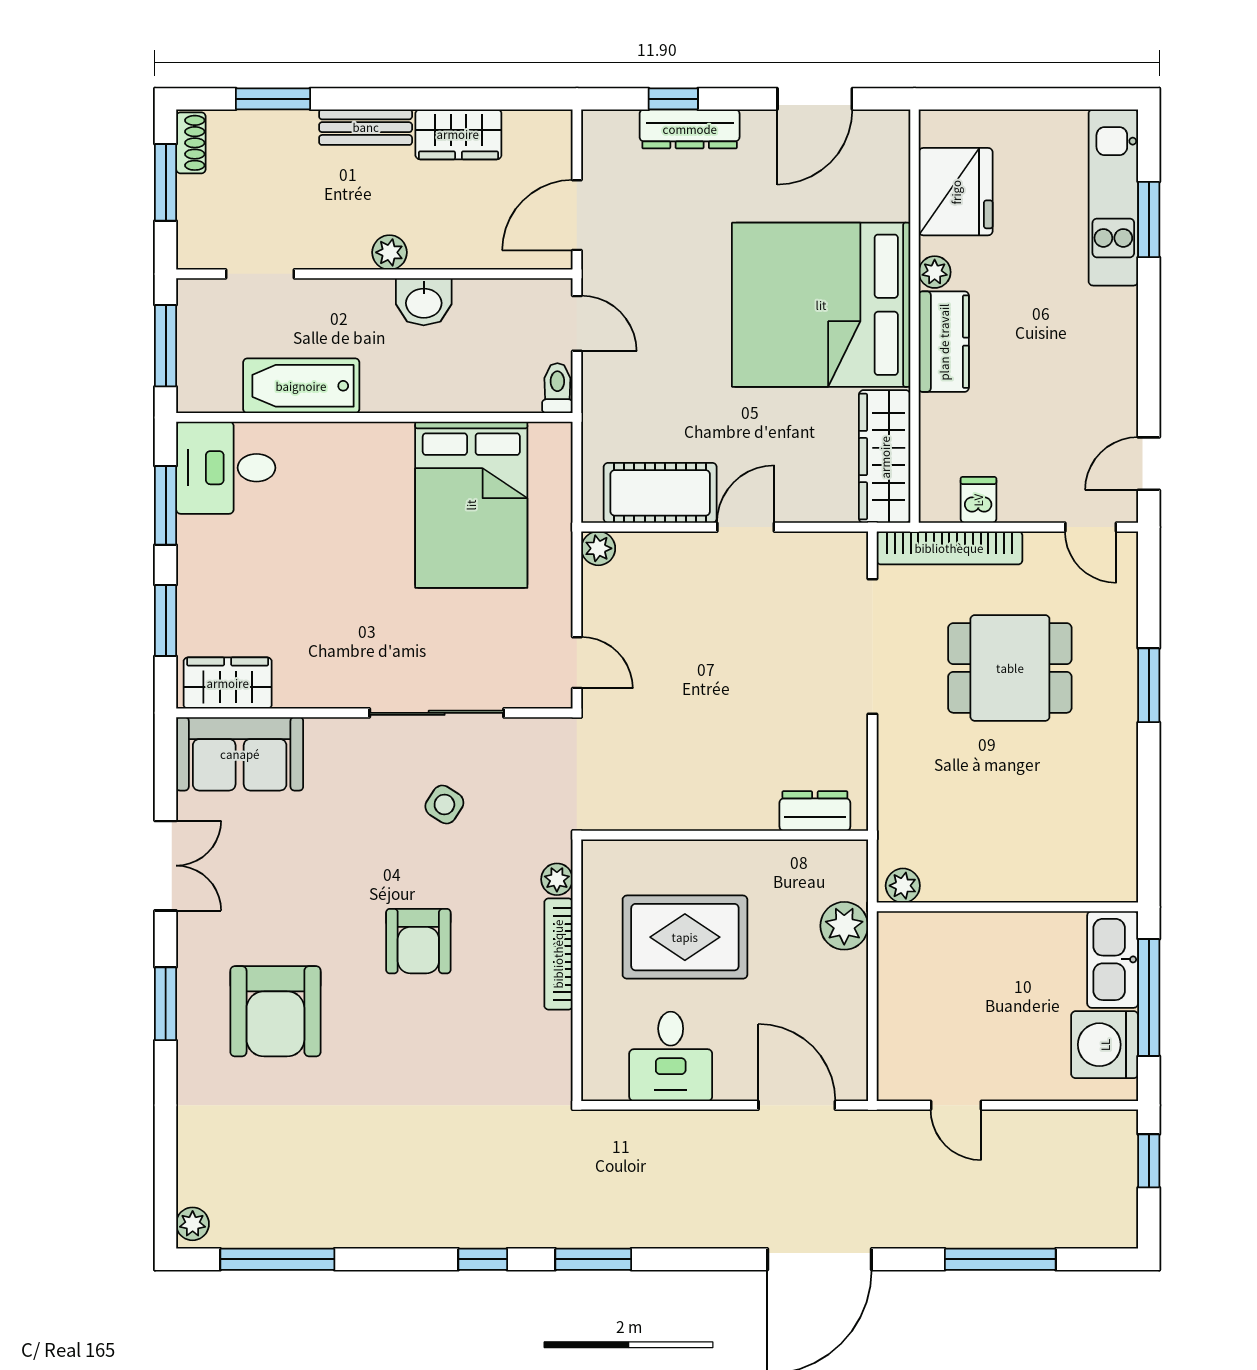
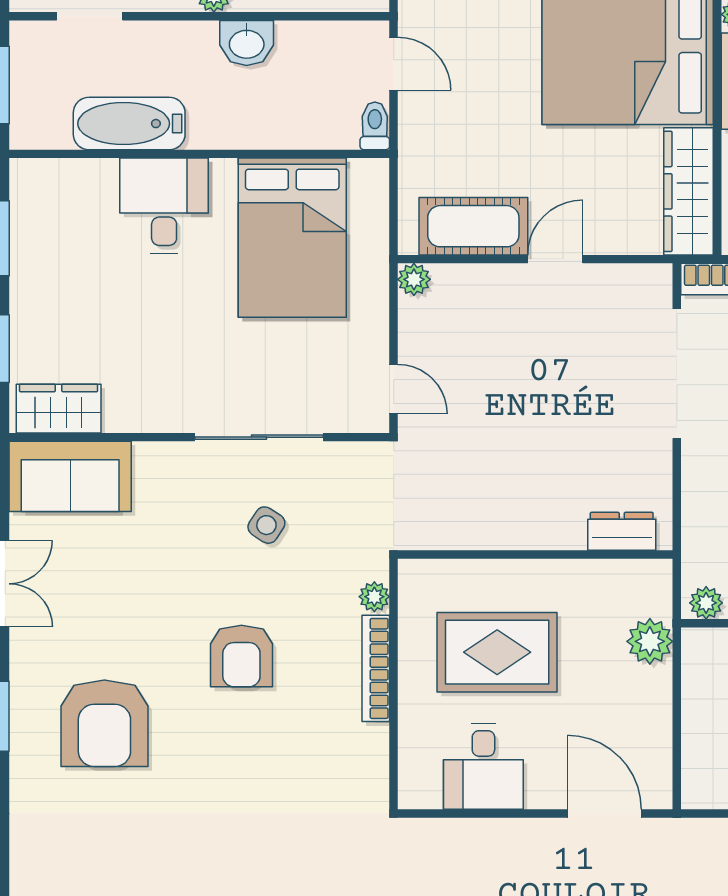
desk: (226, 468) -> (164, 206), moved, turned 90

